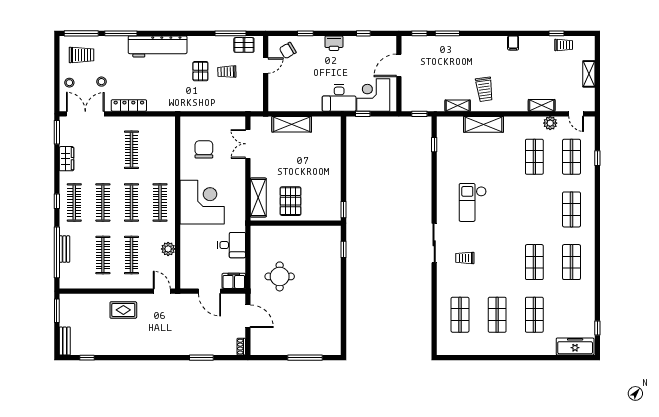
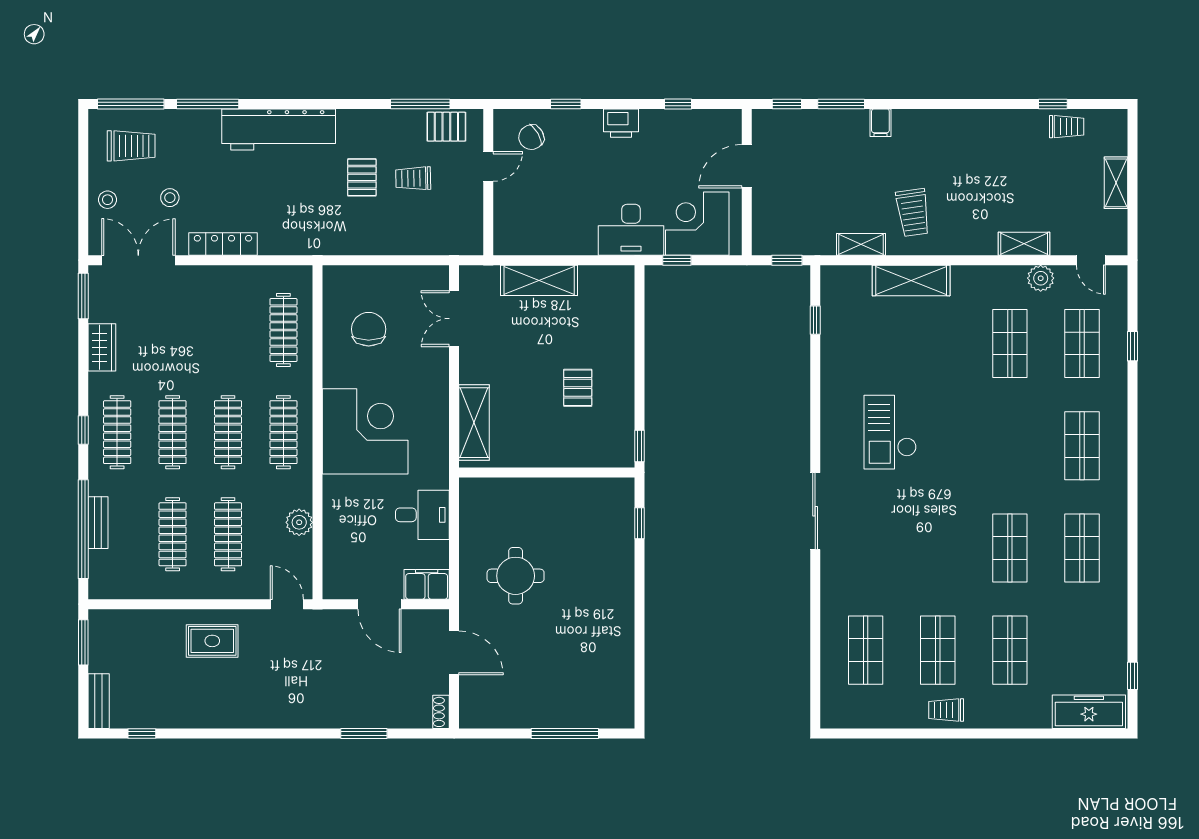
filing cabinet: (513, 43) -> (880, 123), moved
clothes rail: (131, 150) -> (283, 330), moved
pallet: (291, 201) -> (578, 388), moved, width x0.67, depth x0.71
trolley: (465, 258) -> (946, 710), moved

